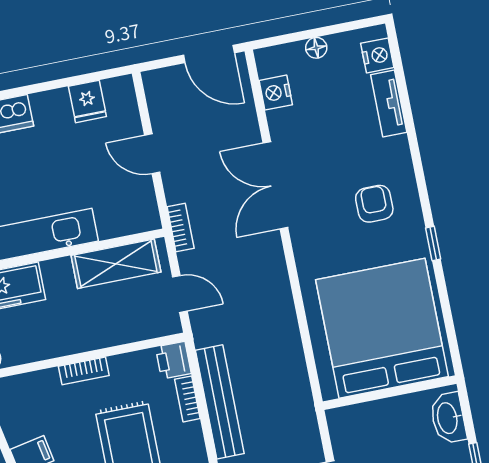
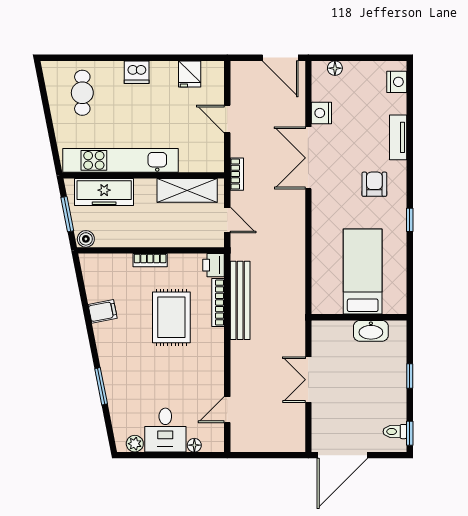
floor lamp: (316, 48) -> (335, 68), moved
nightstand: (276, 93) -> (321, 113), moved
tv unit: (389, 104) -> (398, 137), moved
bed: (382, 328) -> (363, 272), width x0.49
bookcase: (187, 399) -> (218, 303), width x1.56
washbasin: (448, 418) -> (371, 331), moved, turned -90

